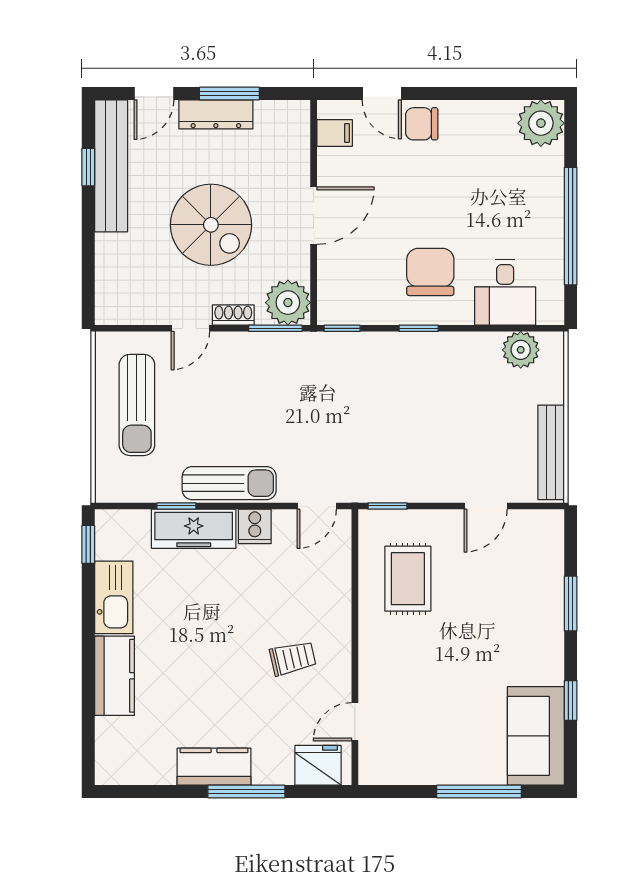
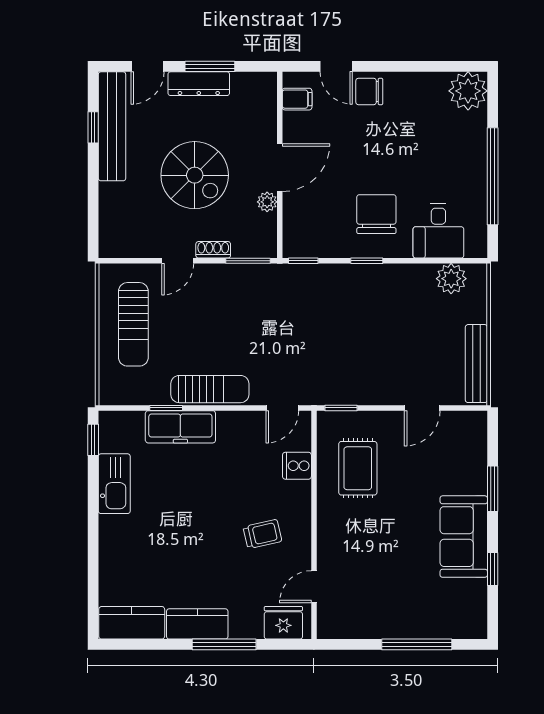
plant: (288, 303) -> (267, 202), moved, width x0.53, depth x0.53
cooker: (255, 526) -> (297, 466), moved, turned 90
kitchen counter: (114, 676) -> (132, 623), moved, turned -90
sofa: (536, 736) -> (464, 537), moved

